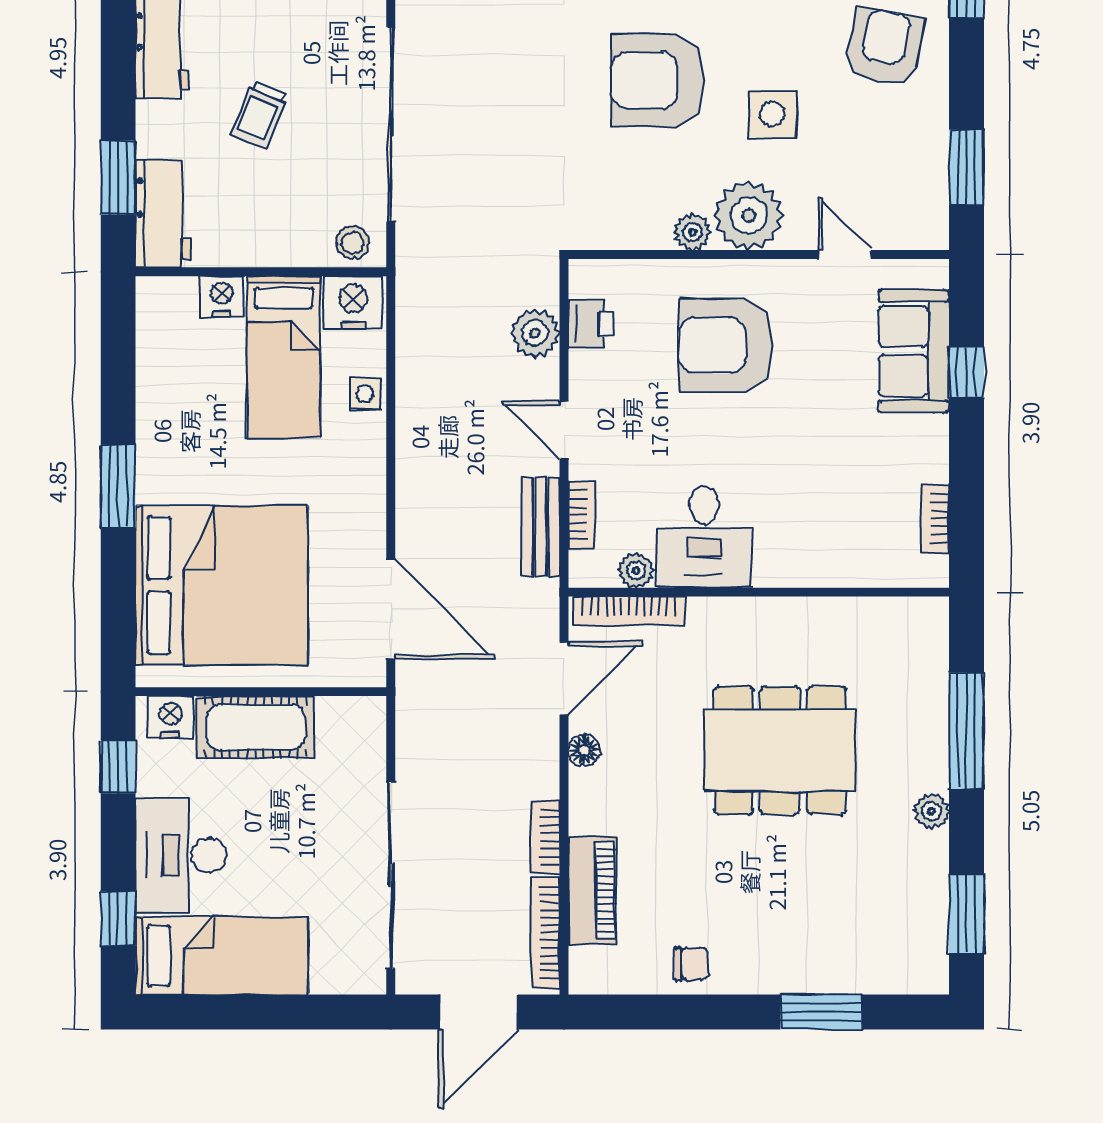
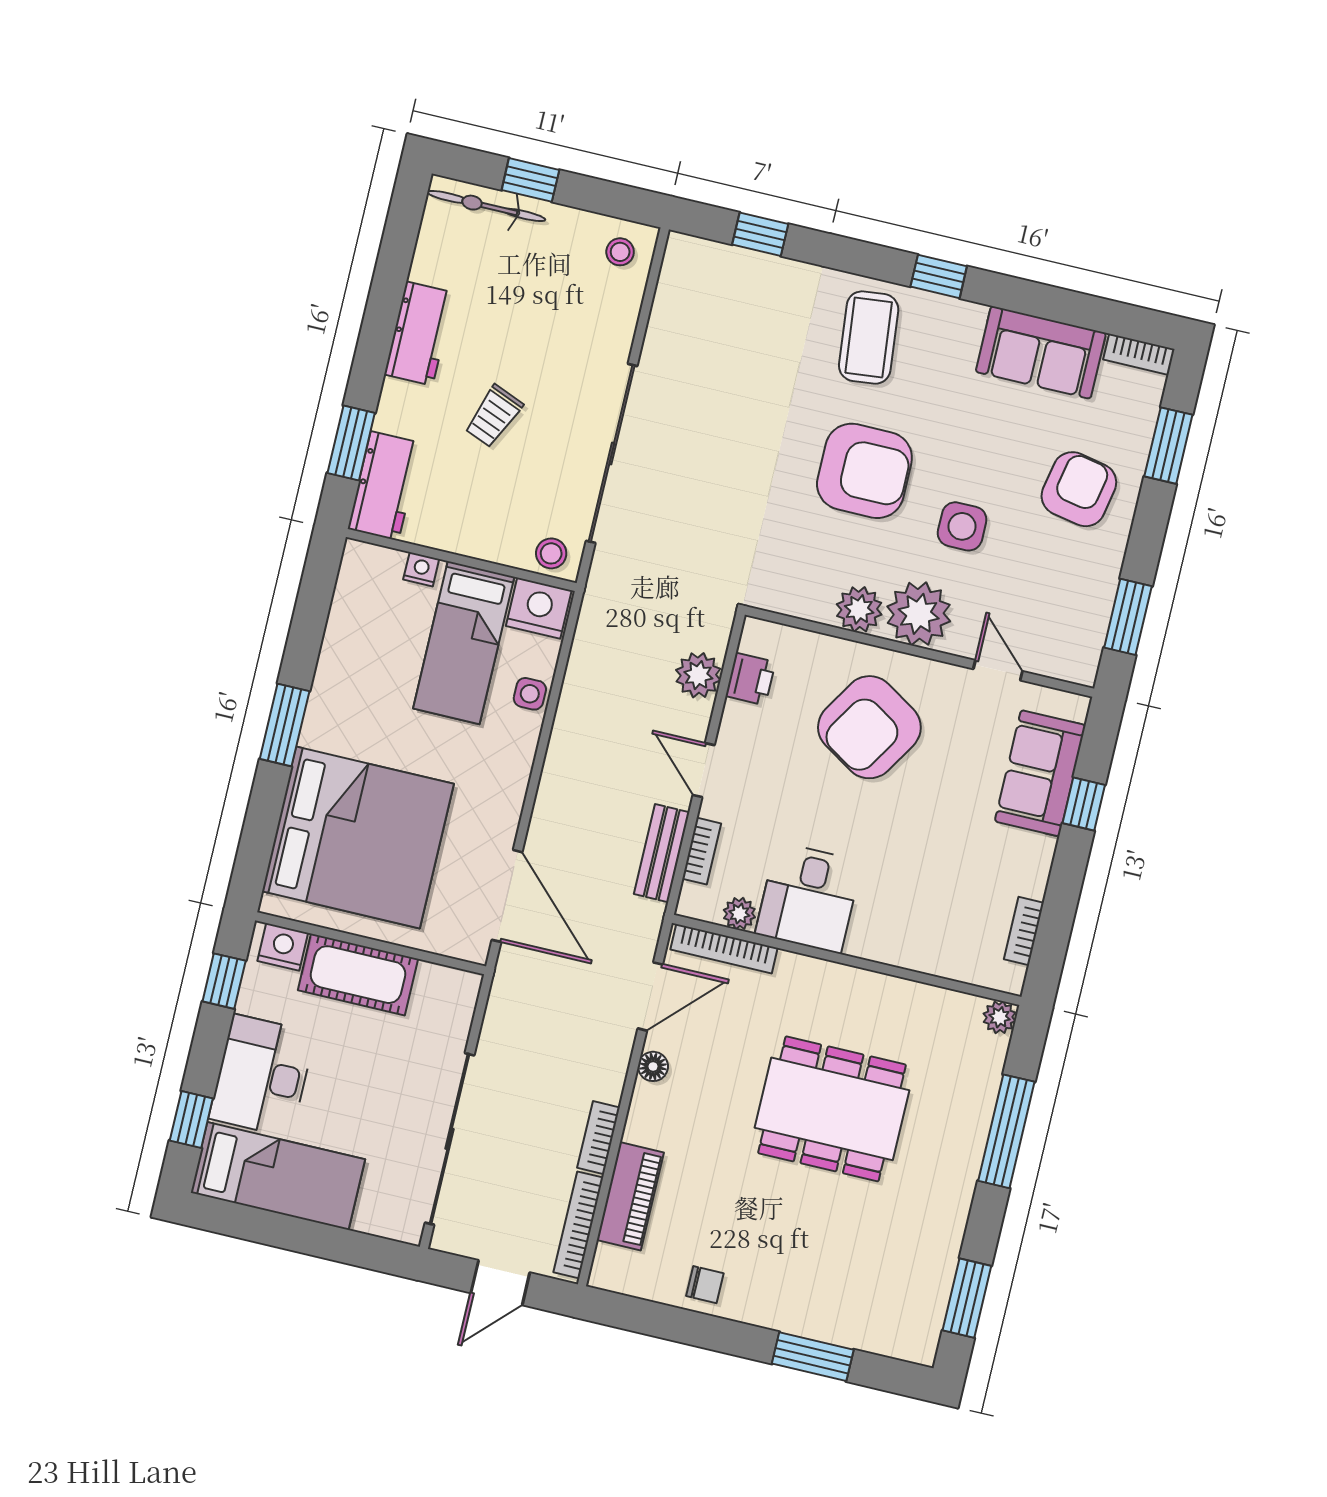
armchair: (657, 80) -> (864, 471), turned 180
plant: (693, 232) -> (859, 609), width x1.38, depth x1.38
nightstand: (222, 297) -> (421, 569), width x0.72, depth x0.74
armchair: (725, 345) -> (869, 727), turned -58
plant: (931, 811) -> (1000, 1017), moved
door: (479, 1012) -> (500, 1283), width x0.73

